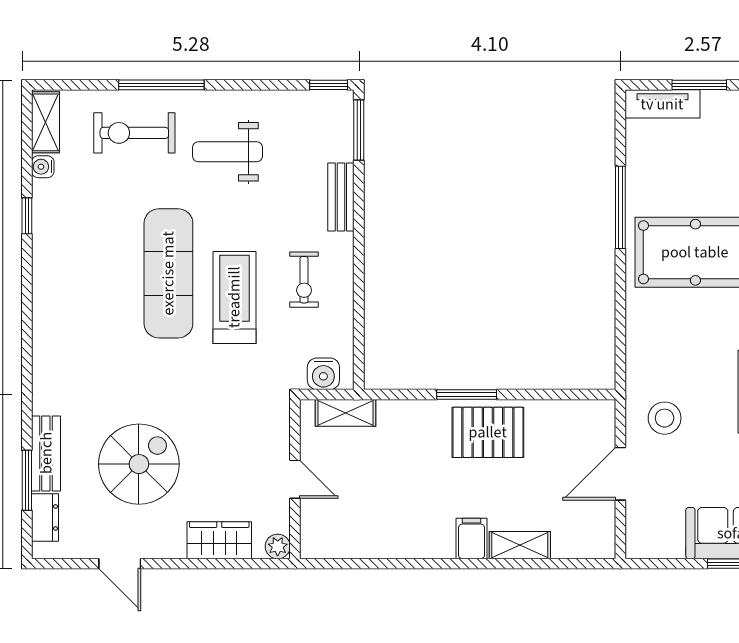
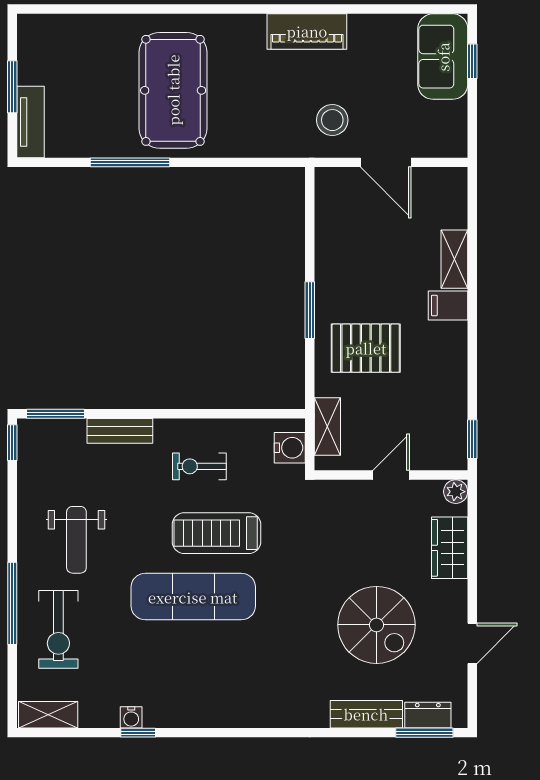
water cooler: (43, 167) -> (131, 717), moved
exercise bike: (304, 280) -> (199, 466), turned 180
pallet: (488, 432) -> (366, 348), moved, turned 90
spiral stairs: (139, 464) -> (376, 625), turned 180
window: (27, 480) -> (424, 733), moved
window: (332, 564) -> (472, 439), added

